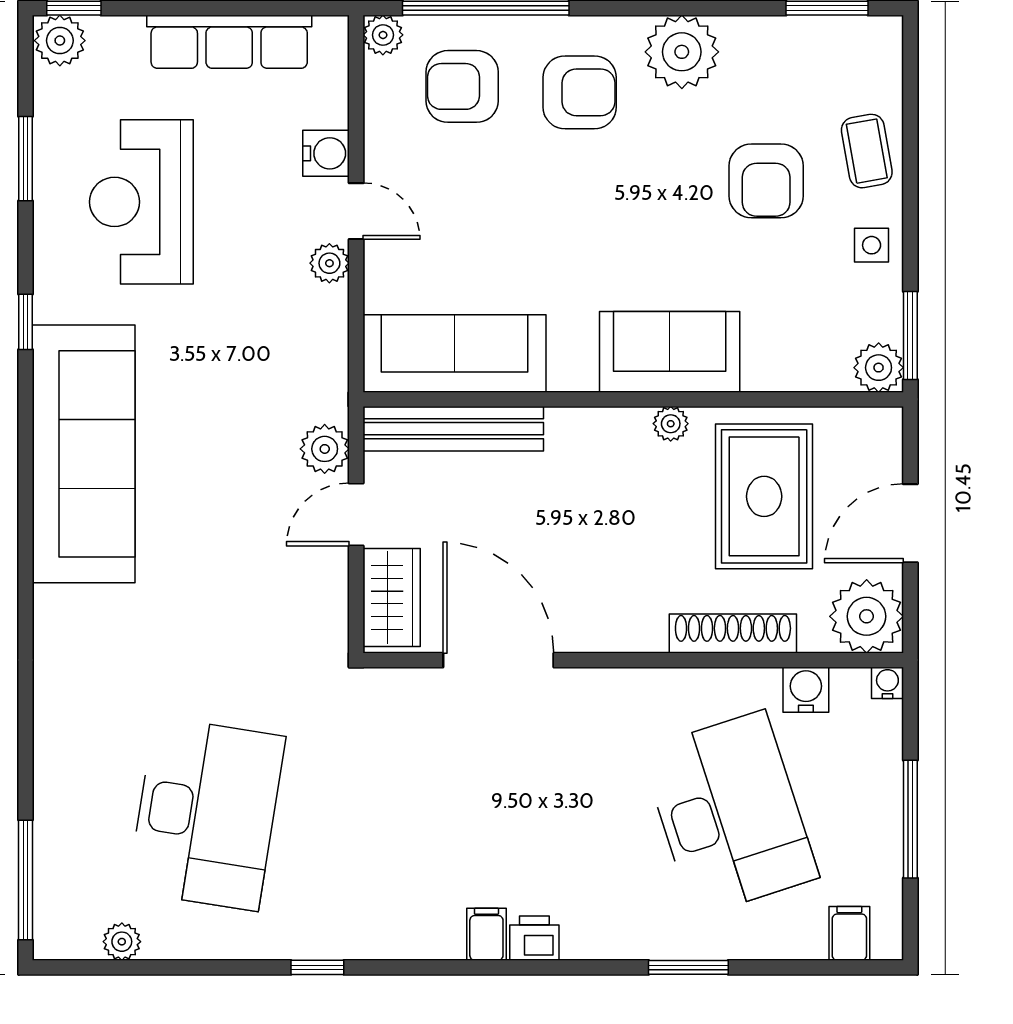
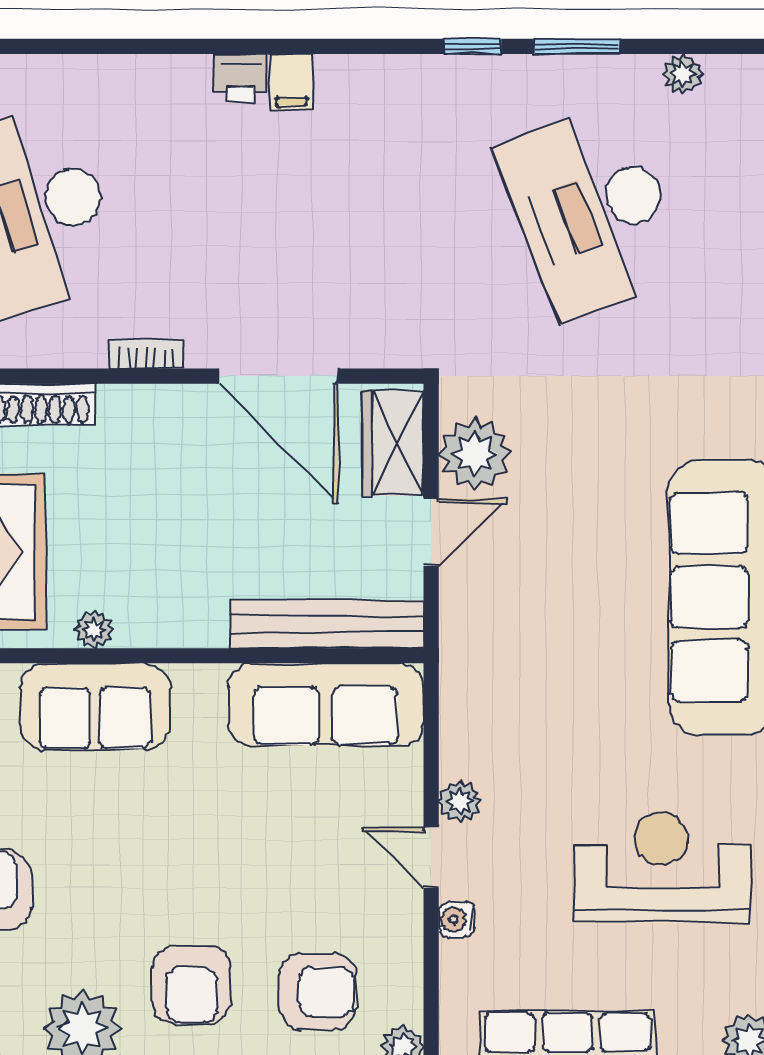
armchair: (580, 92) -> (191, 985), turned -90
water cooler: (326, 153) -> (457, 920), width x0.72, depth x0.72
reception desk: (141, 202) -> (662, 867), turned -90
plant: (325, 449) -> (475, 454), moved, width x1.36, depth x1.36
bookcase: (622, 681) -> (146, 354), added
desk: (206, 814) -> (592, 211), turned -30
window: (688, 967) -> (577, 46), moved

